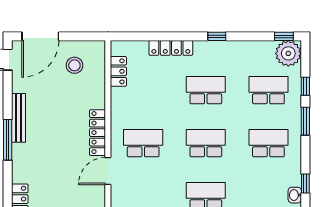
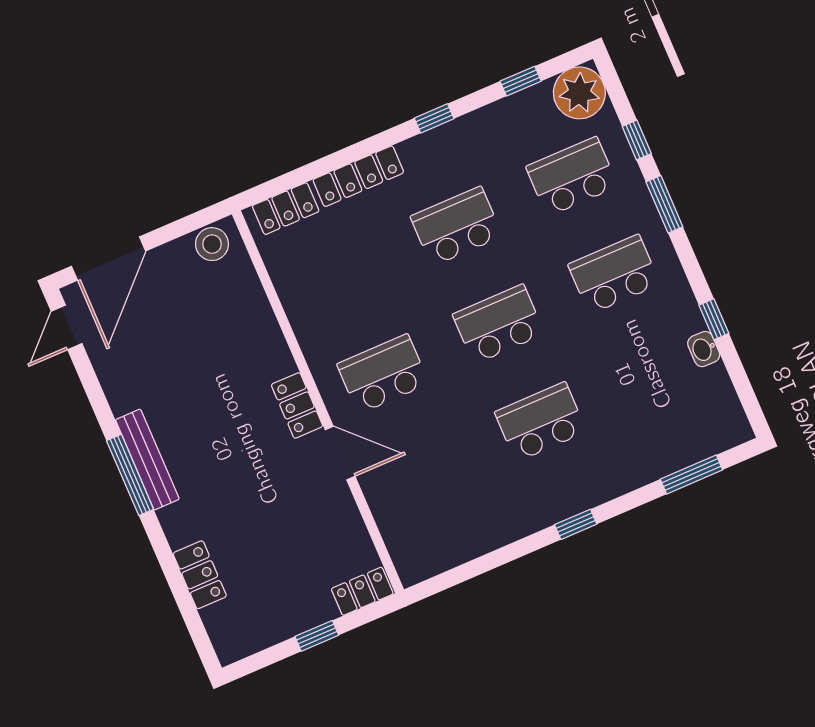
window: (284, 36) -> (521, 81), moved
stool: (74, 65) -> (212, 244), moved
locker: (118, 71) -> (286, 209), moved, turned 90
bench: (18, 118) -> (147, 459), moved
locker: (98, 133) -> (297, 405), width x0.66
door: (108, 171) -> (340, 453), swing flipped

